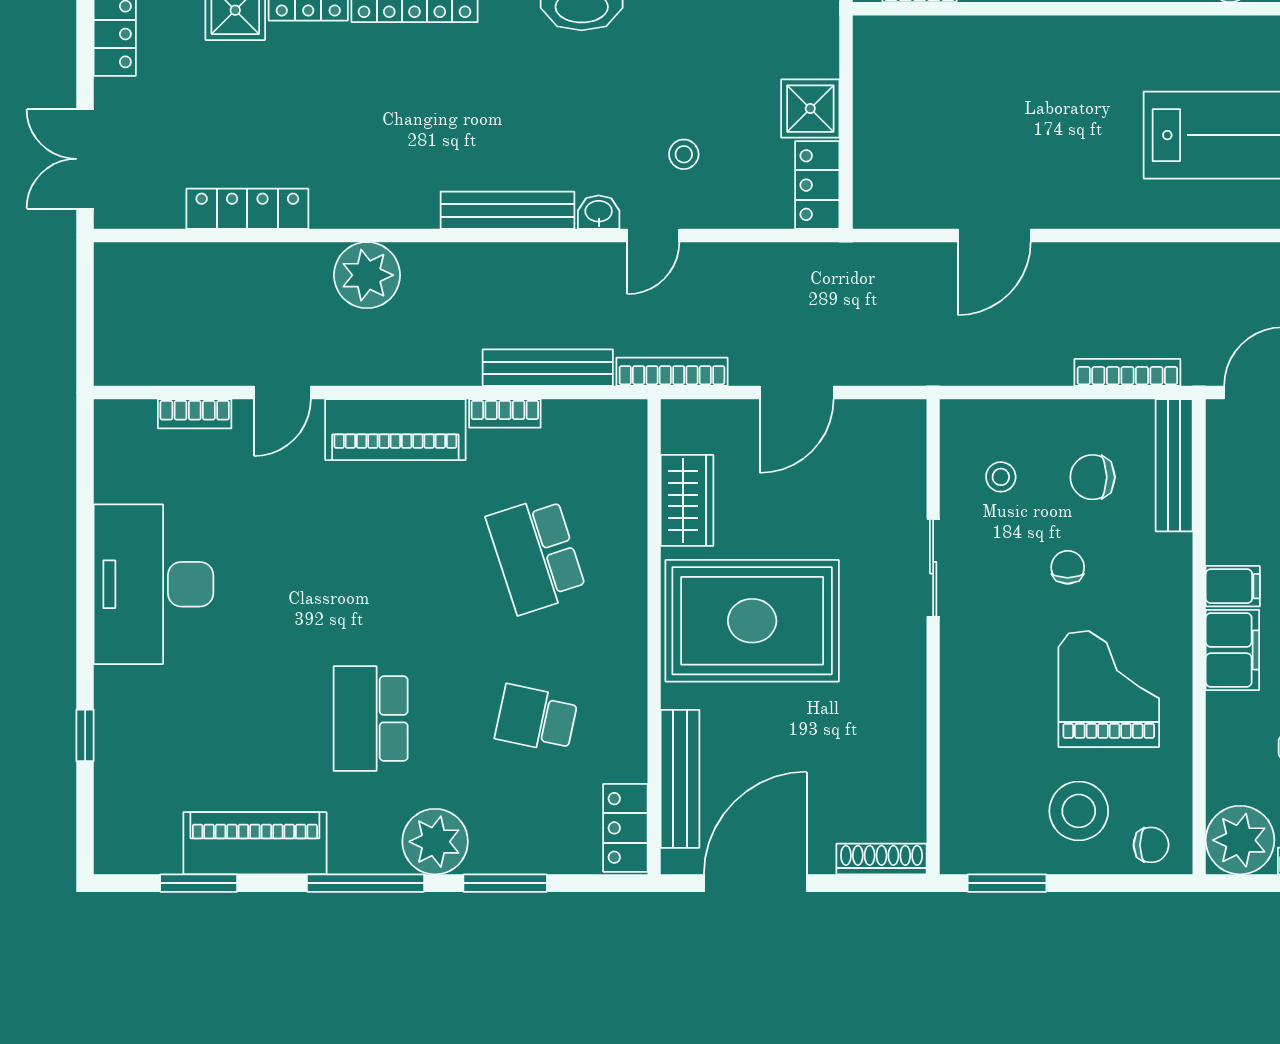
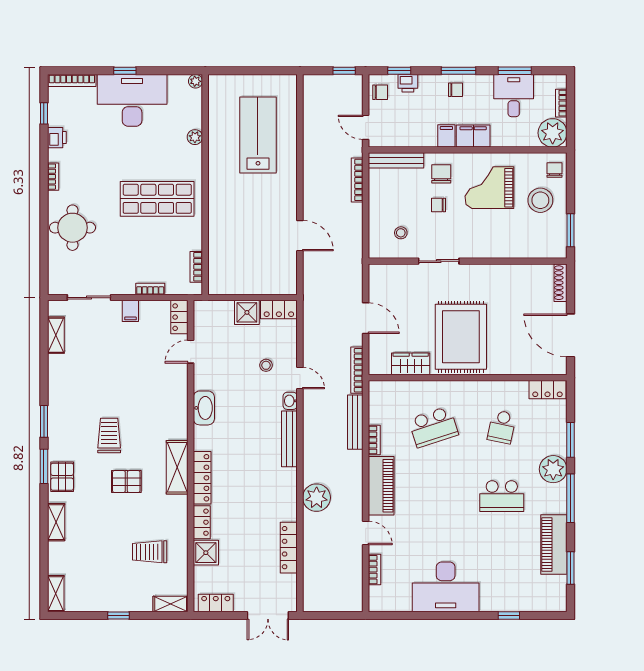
chair: (1093, 477) -> (441, 174), moved, turned 180
bench: (680, 779) -> (527, 367), removed

